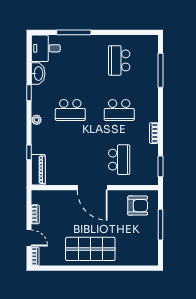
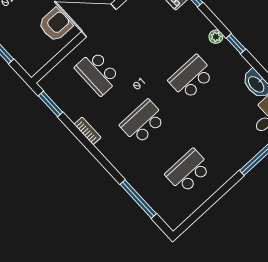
school desk: (119, 60) -> (188, 171), turned -90
window: (29, 93) -> (236, 44), moved
armchair: (138, 206) -> (55, 25), moved, turned 180

